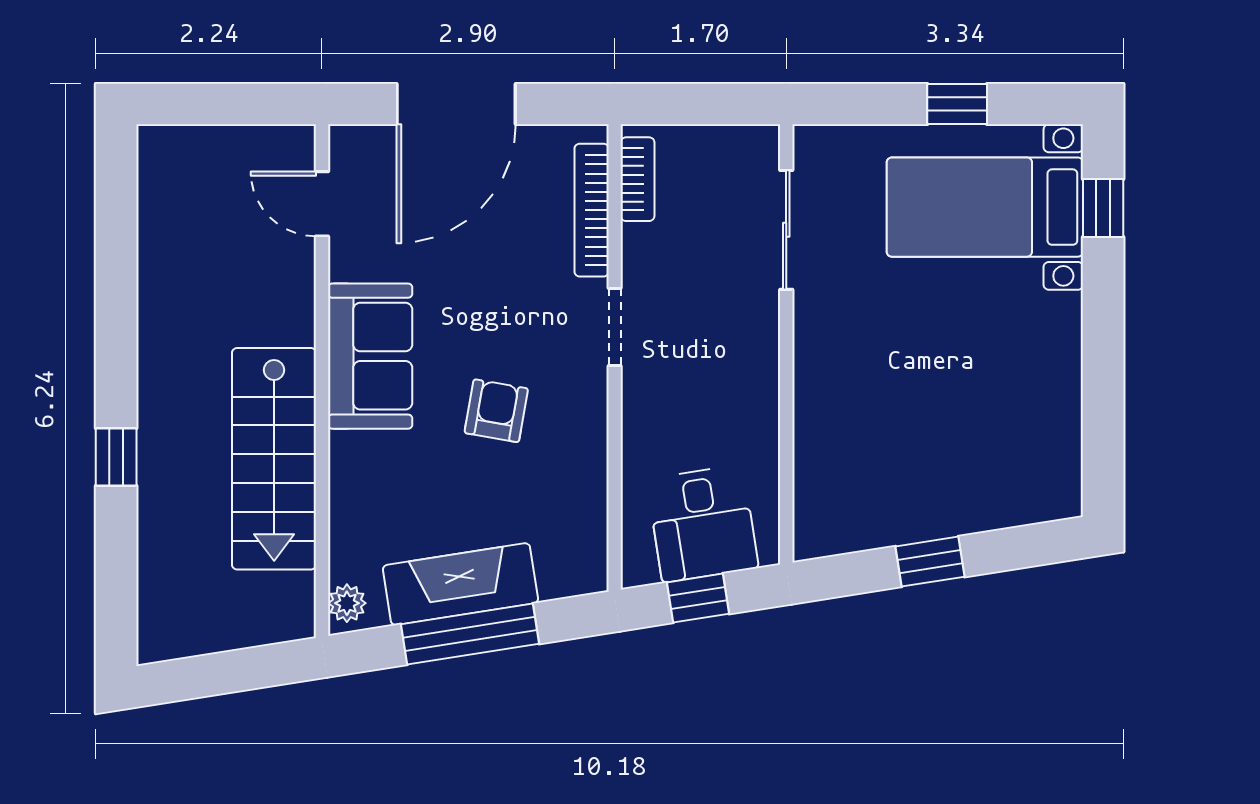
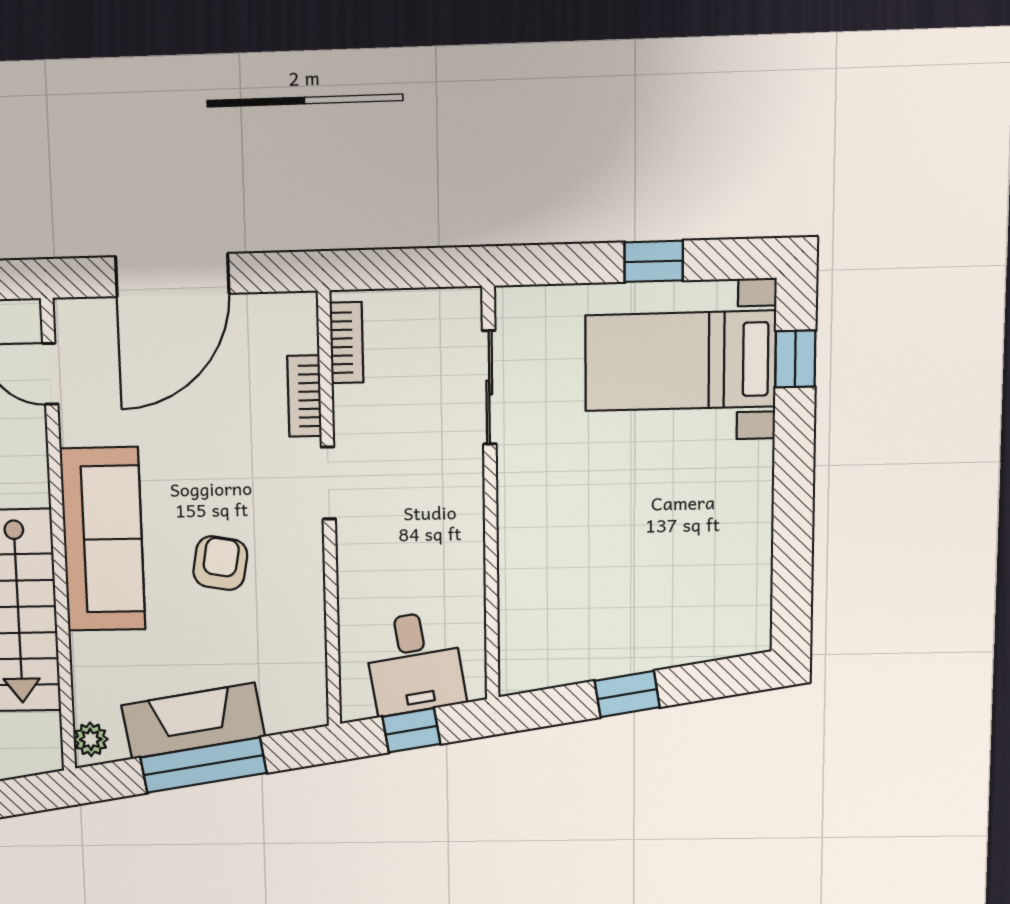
bookcase: (592, 210) -> (304, 396), width x0.64
sofa: (370, 356) -> (103, 539), width x1.36

